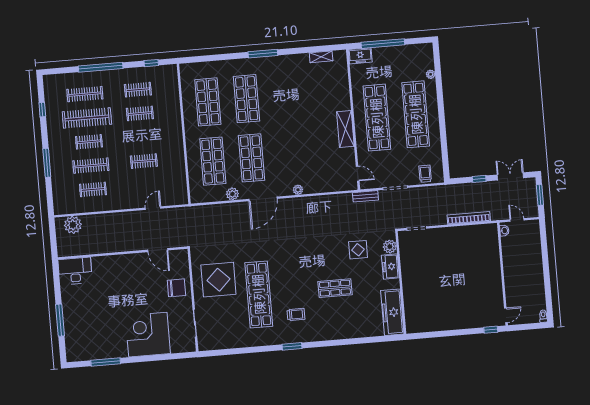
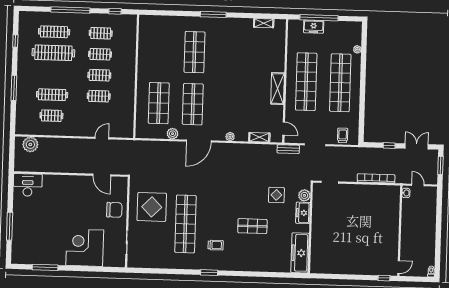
freezer: (360, 56) -> (314, 27), moved
shop shelf: (208, 102) -> (160, 51), removed
clothes rail: (89, 142) -> (99, 75), moved
shelving: (331, 187) -> (259, 137), added

